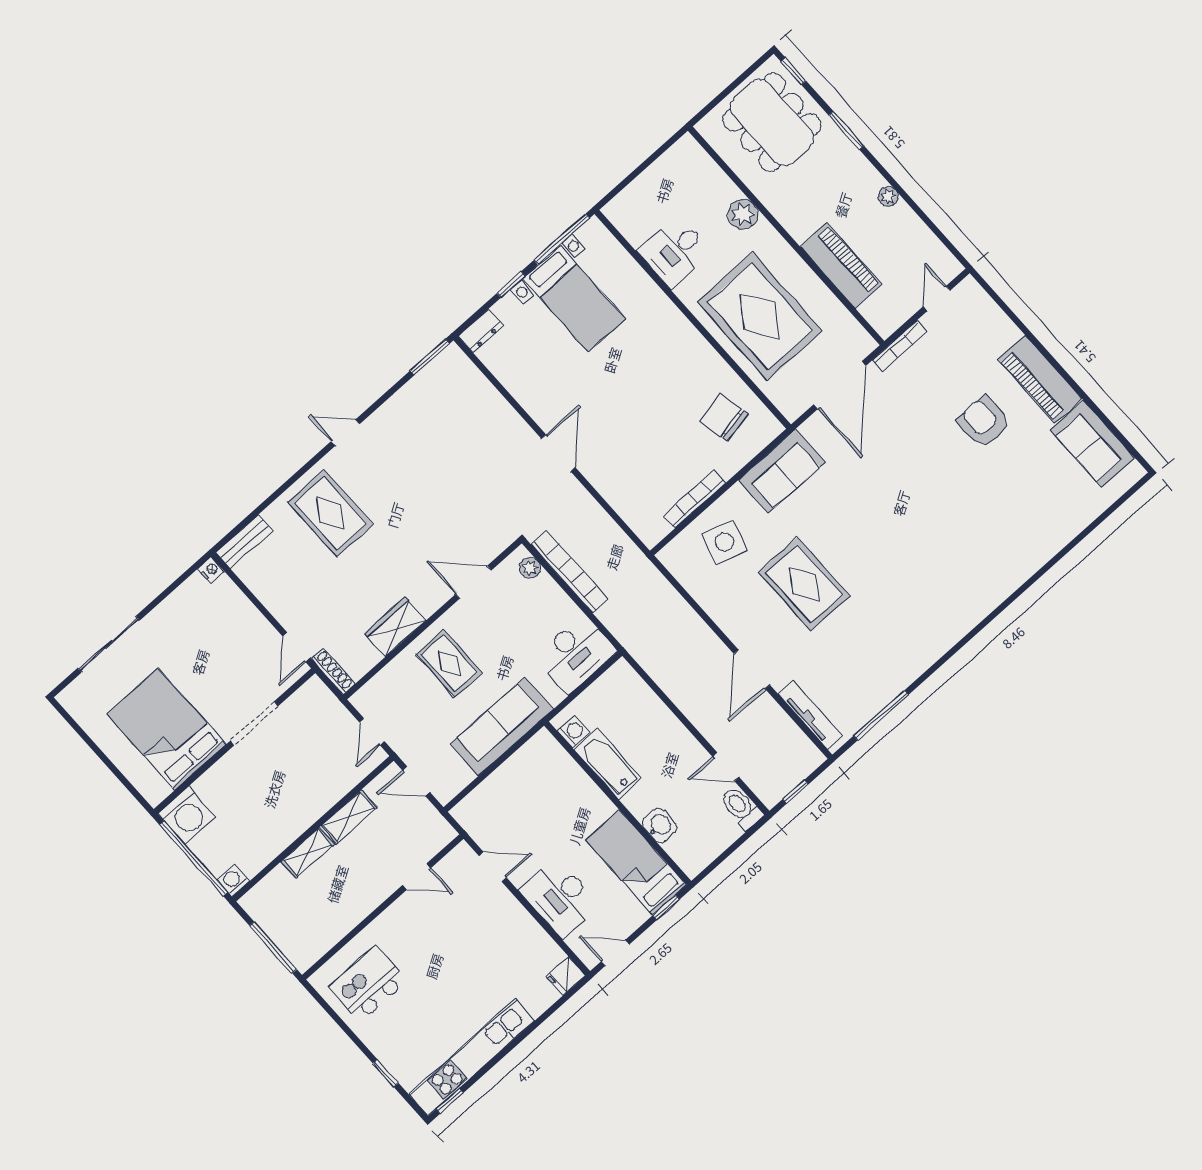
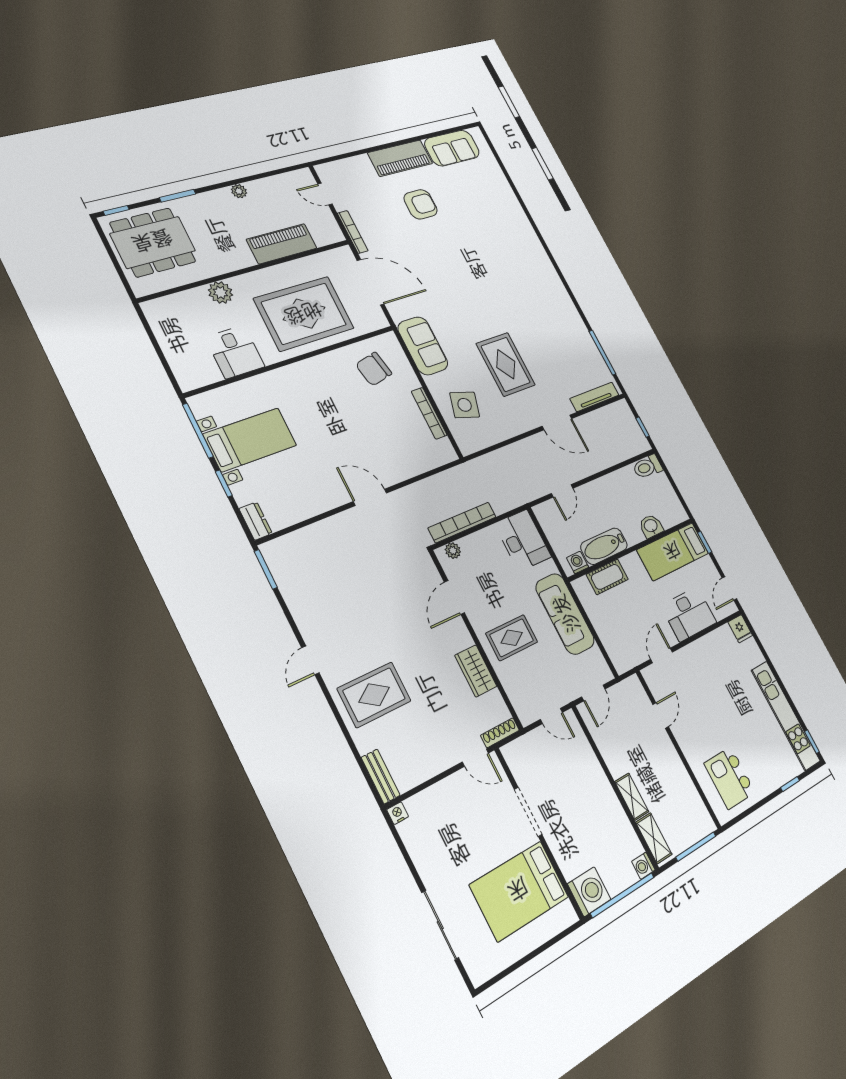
armchair: (984, 422) -> (421, 204), turned 180
rug: (804, 584) -> (506, 364), turned 90
door: (726, 767) -> (562, 491), moved
cot: (569, 775) -> (607, 577), added
shelving: (349, 817) -> (654, 838), moved

